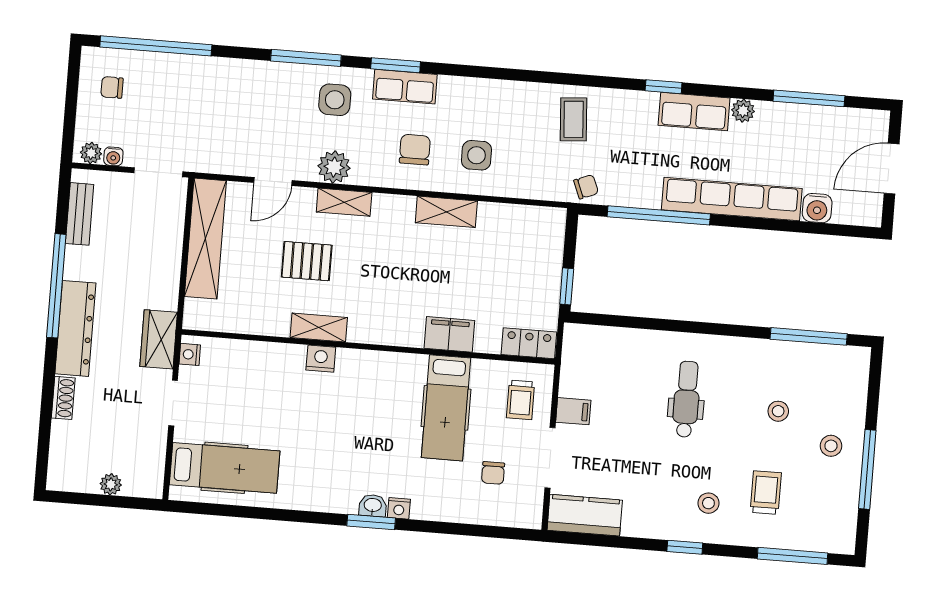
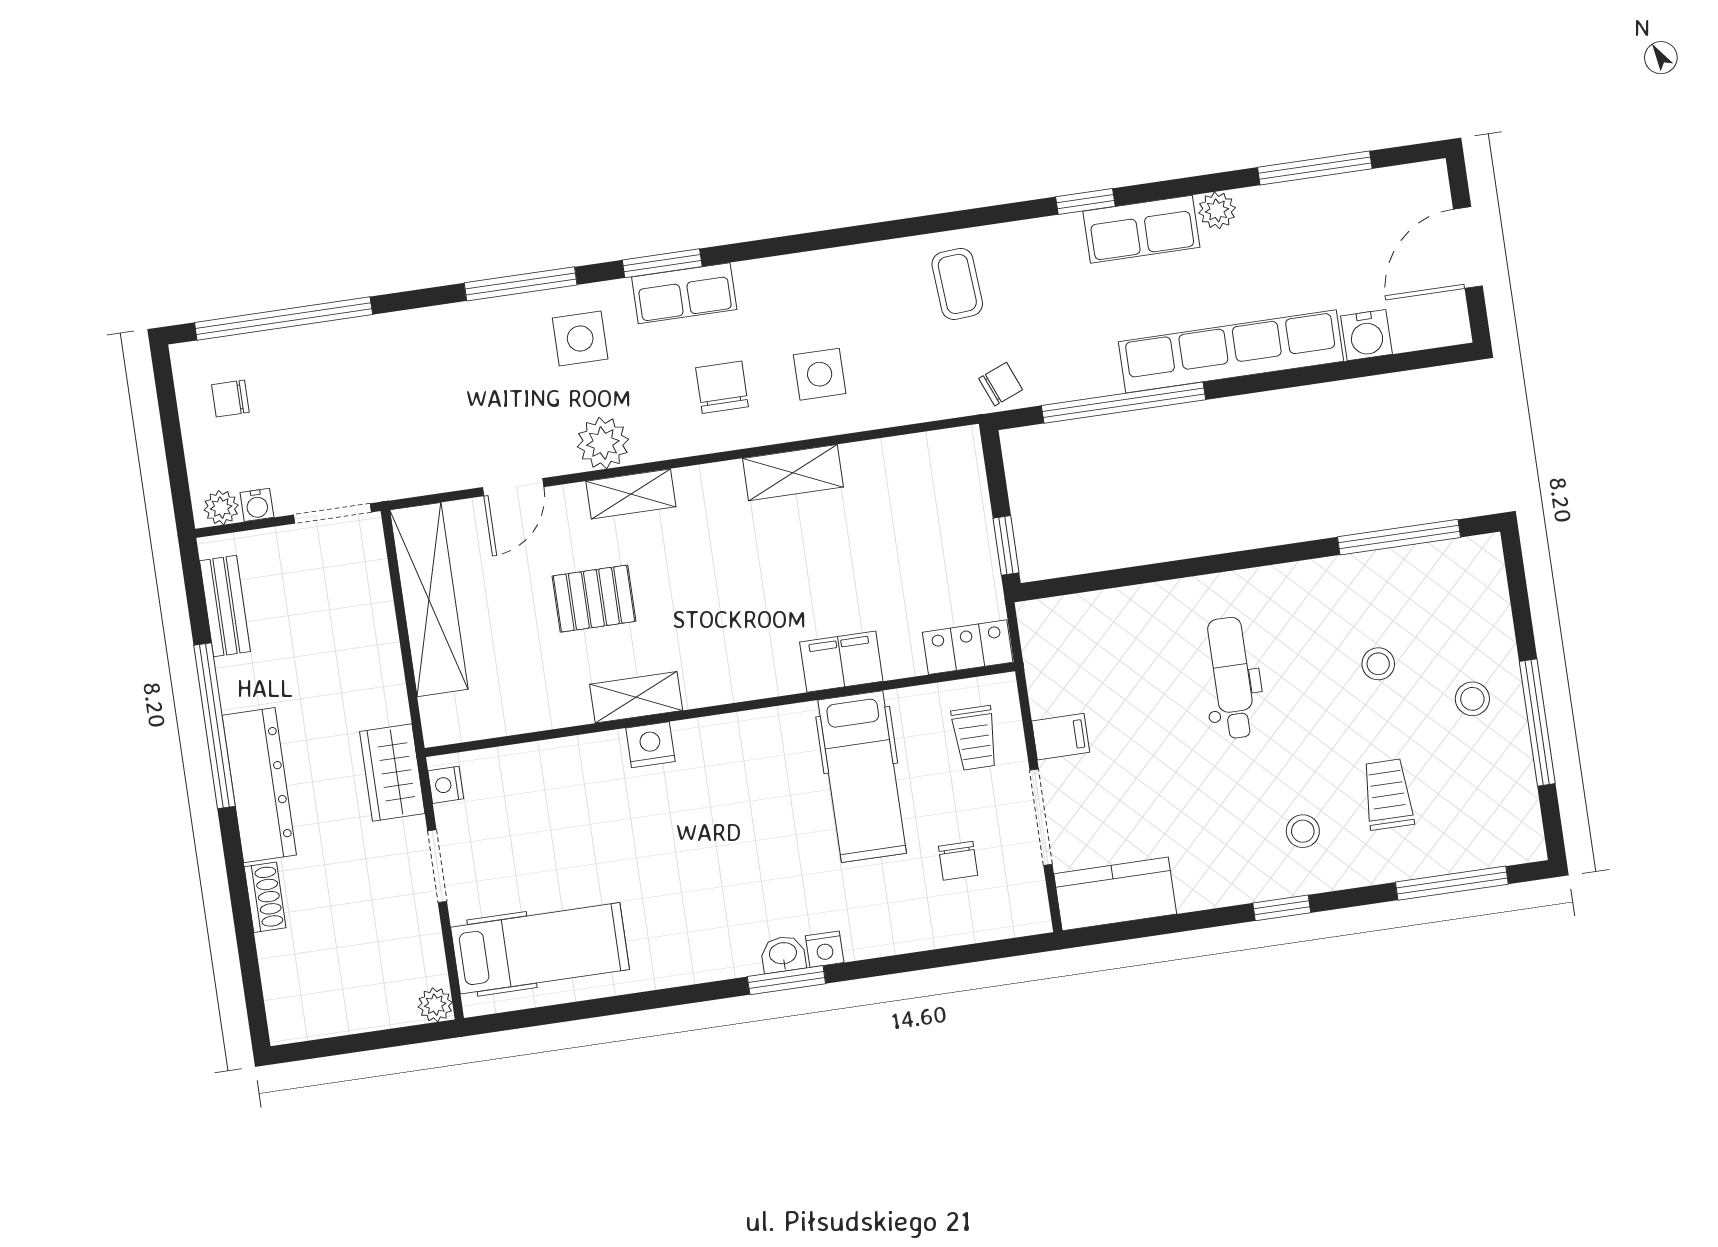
plant: (111, 484) -> (435, 1005), moved

